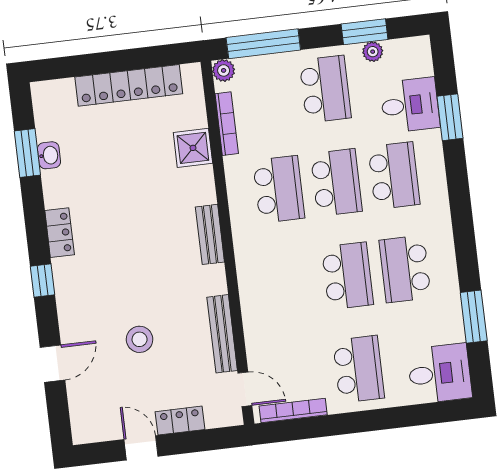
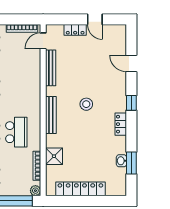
school desk: (279, 189) -> (16, 132), turned 180
bench: (210, 234) -> (51, 115), width x1.36
stool: (140, 339) -> (86, 104), moved
door: (52, 364) -> (131, 63), hinge flipped
door: (245, 389) -> (43, 41), hinge flipped

